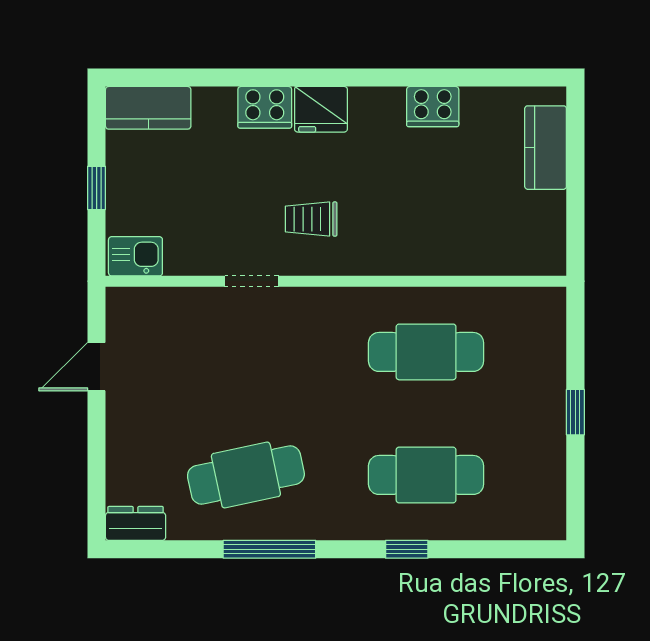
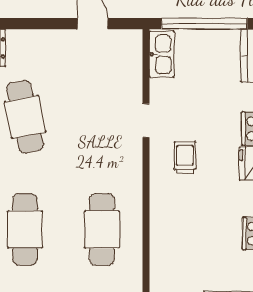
window: (97, 188) -> (204, 24), width x3.17
kitchen sink: (135, 256) -> (162, 54), width x1.38

